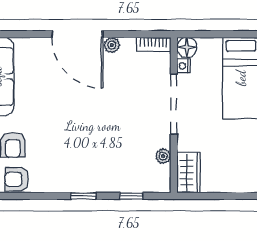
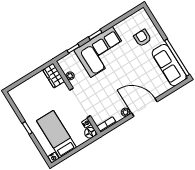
corner sofa: (90, 163) -> (102, 52), added
armchair: (17, 179) -> (131, 23), removed

